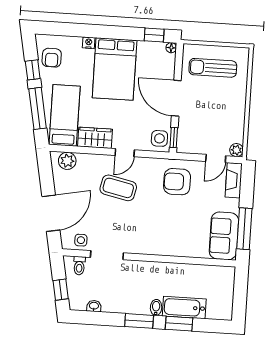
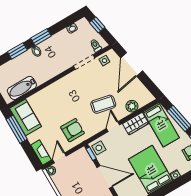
plant: (67, 161) -> (132, 106), moved
bathtub: (184, 307) -> (22, 88), moved, turned 180

